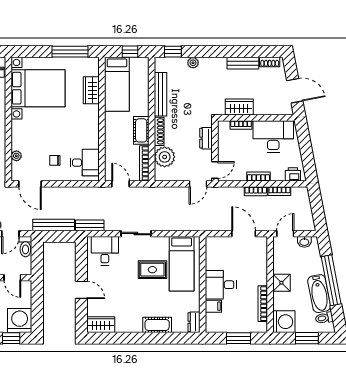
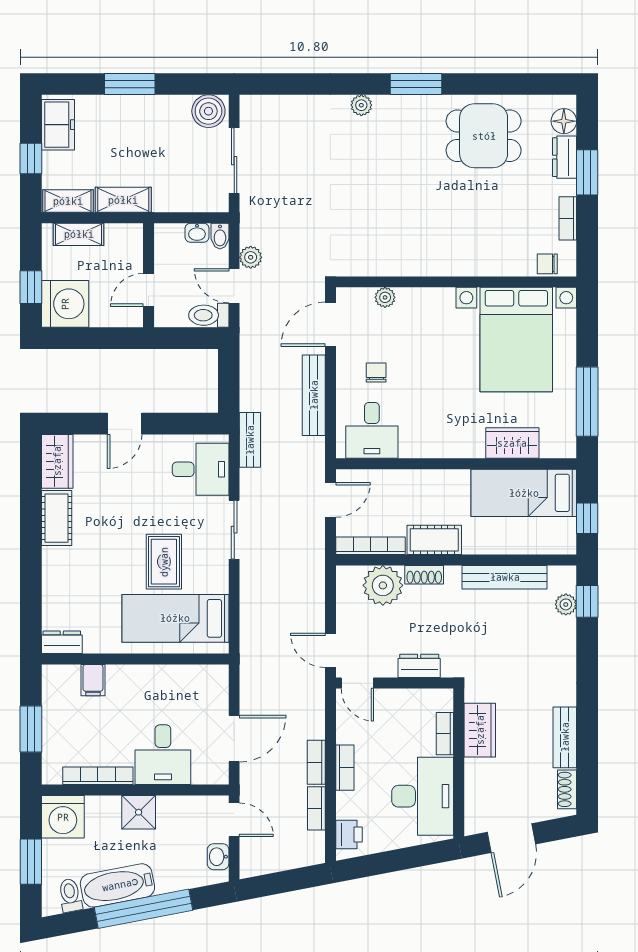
plant: (193, 63) -> (566, 604), moved
shoe rack: (159, 131) -> (424, 575), width x0.70
bench: (54, 225) -> (314, 395), moved
desk: (221, 285) -> (163, 755), moved, turned 180
cot: (157, 325) -> (57, 518), moved

